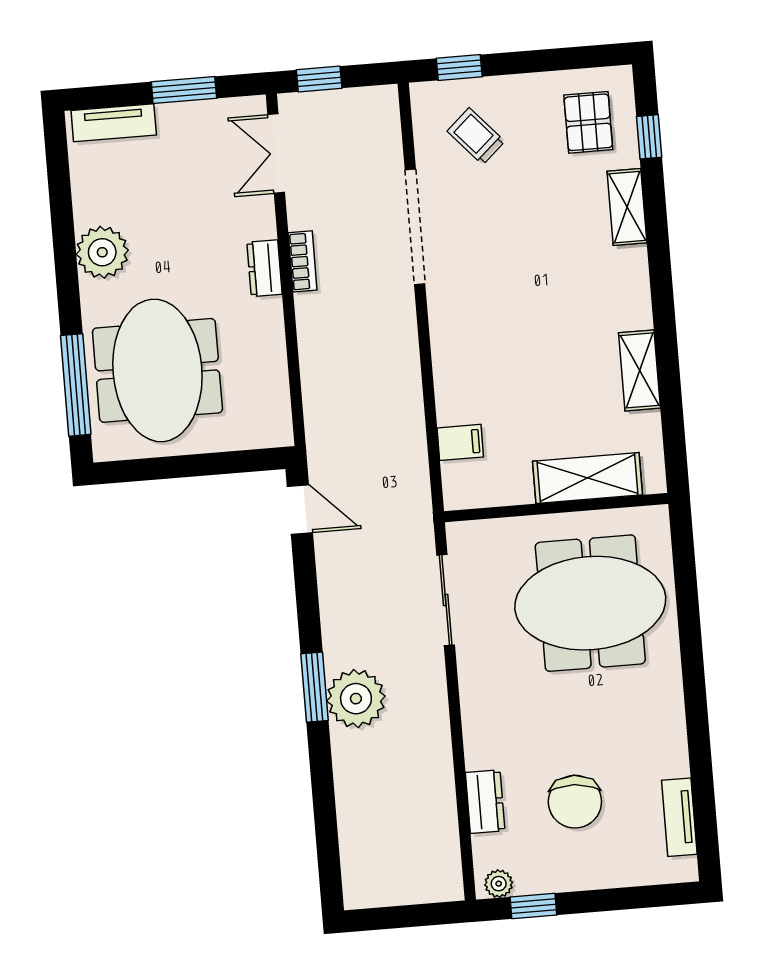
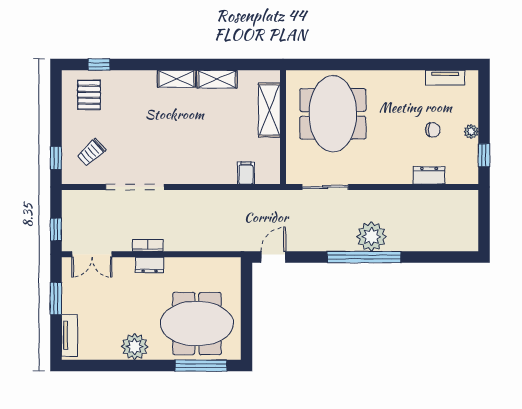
pallet: (588, 122) -> (89, 95), turned 90
shelving: (627, 207) -> (176, 79), moved
window: (315, 687) -> (364, 257), width x2.11
chair: (575, 802) -> (433, 130), width x0.54, depth x0.54
plant: (499, 884) -> (471, 132), moved

